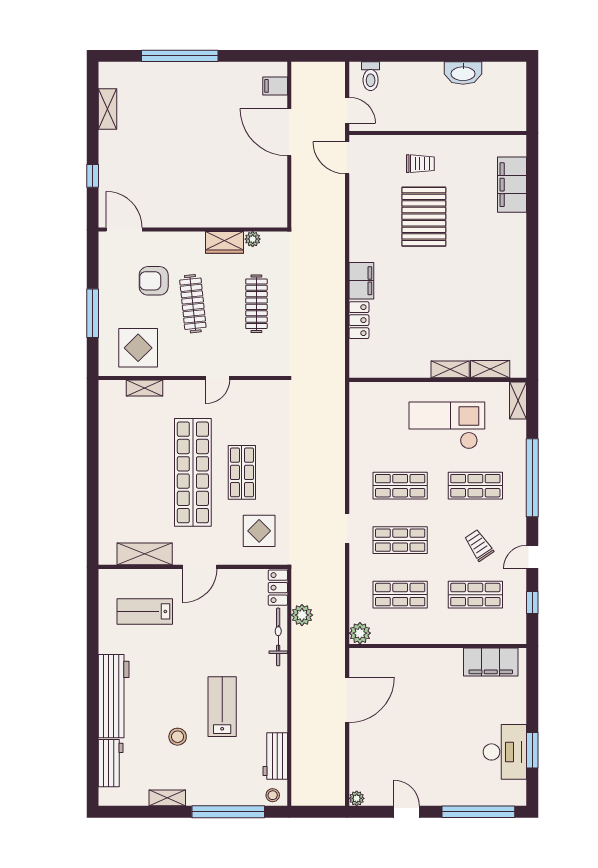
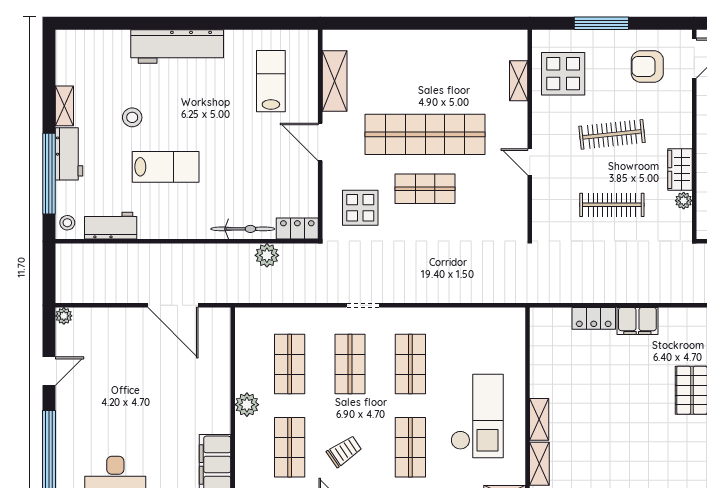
armchair: (154, 281) -> (647, 66), moved, turned -90
plant: (360, 633) -> (247, 405), moved
workbench: (111, 763) -> (69, 154), moved, turned -90

